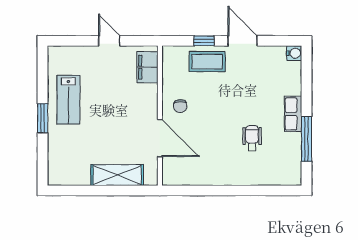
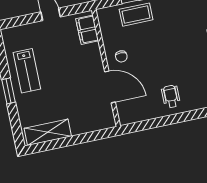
wheelchair: (252, 138) -> (171, 96), moved
shelving: (117, 175) -> (48, 132), moved

